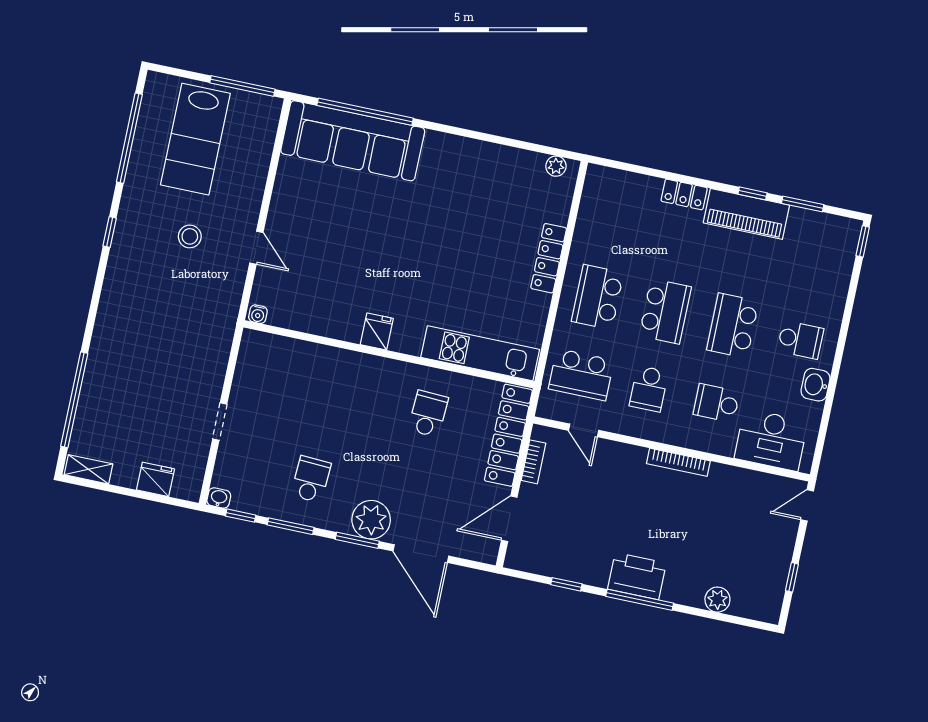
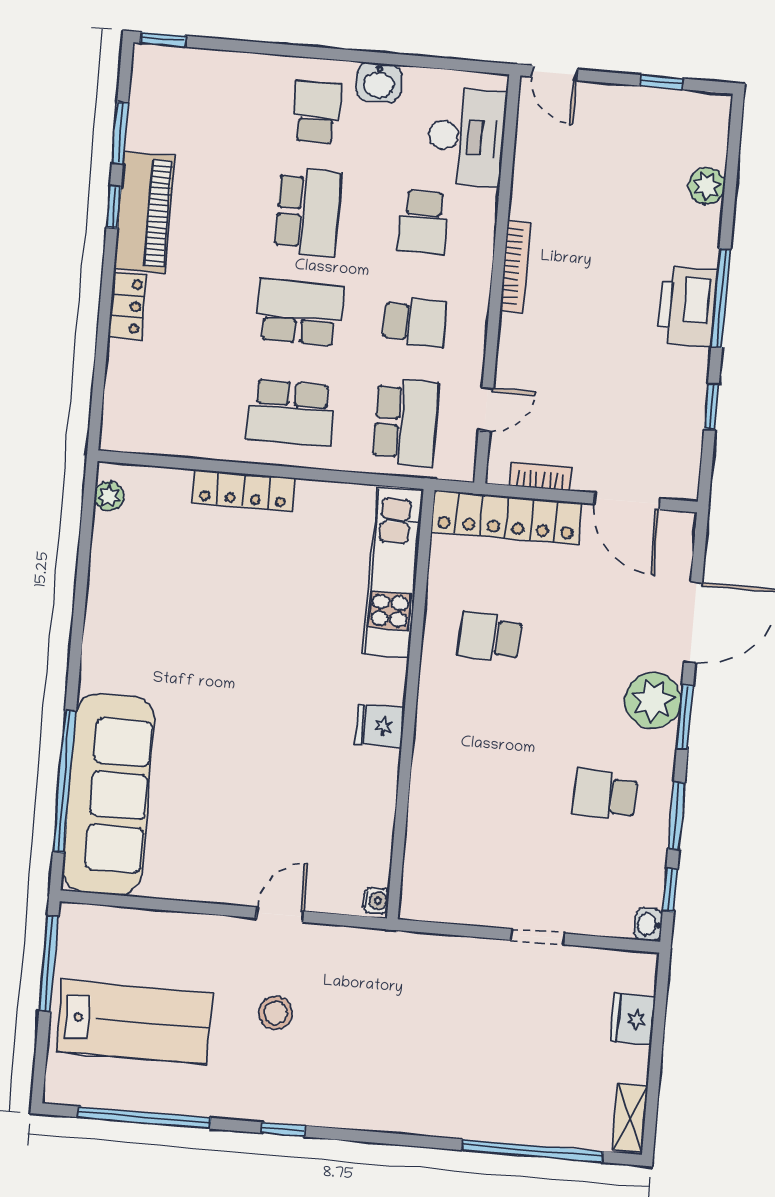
school desk: (733, 326) -> (308, 212), turned -90

